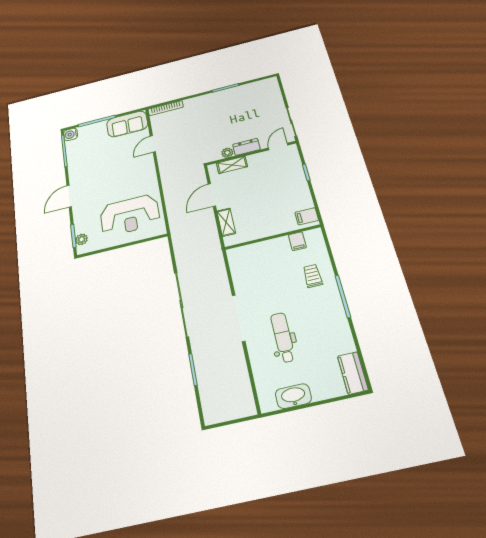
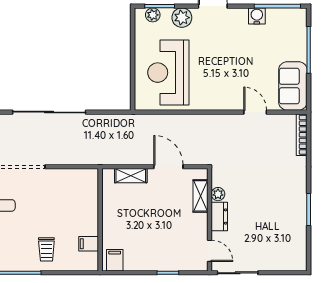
water cooler: (71, 134) -> (257, 16), moved
plant: (81, 217) -> (182, 18), added
trolley: (313, 276) -> (46, 249), turned 90

